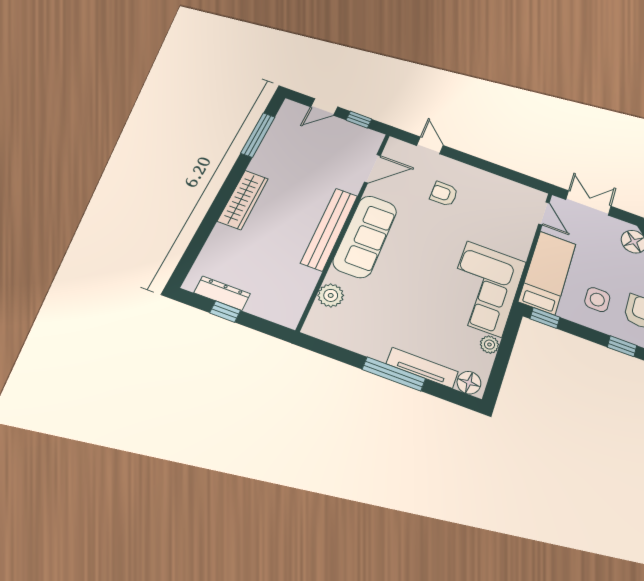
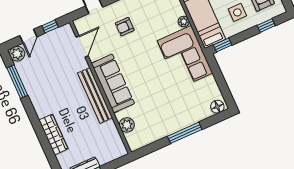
plant: (292, 111) -> (17, 54), added
wardrobe: (243, 200) -> (53, 134), moved
plant: (489, 345) -> (184, 22), moved
tv unit: (422, 368) -> (193, 119), removed

